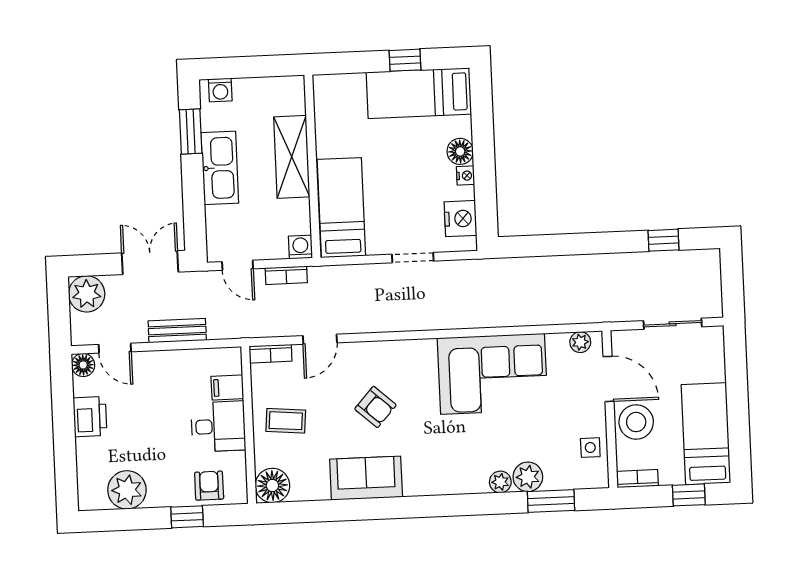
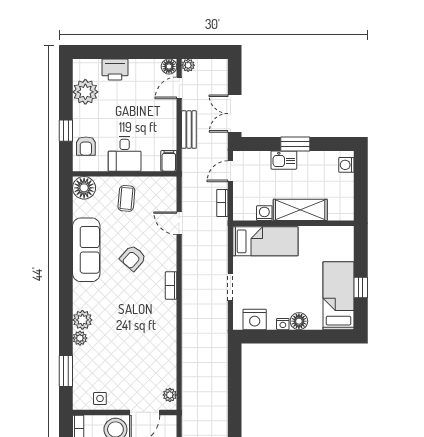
window: (191, 132) -> (295, 144), moved
kitchen sink: (220, 168) -> (284, 160), width x0.53, depth x0.81
washing machine: (300, 247) -> (264, 213), moved, turned -90
double door: (150, 263) -> (235, 114), swing flipped
plant: (87, 294) -> (188, 65), moved, width x0.53, depth x0.53
bookcase: (271, 354) -> (171, 285), moved
corner sofa: (493, 374) -> (151, 336), removed
filing cabinet: (227, 387) -> (169, 161), moved
printer: (90, 417) -> (115, 69), moved
plant: (528, 477) -> (82, 320), moved
sofa: (366, 478) -> (86, 250), width x1.36
armchair: (209, 486) -> (86, 146), turned 90

